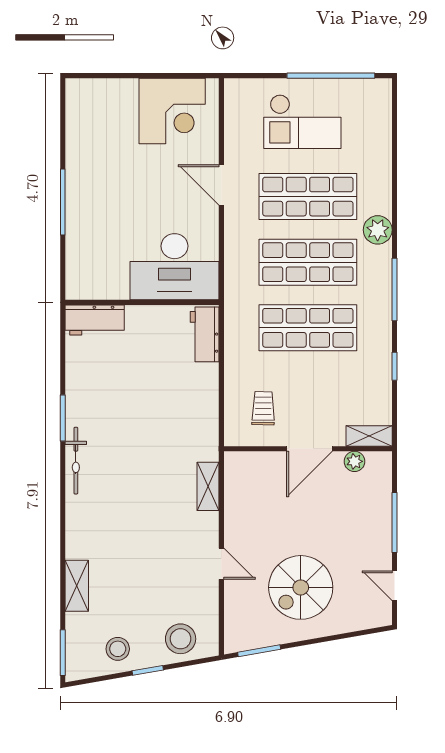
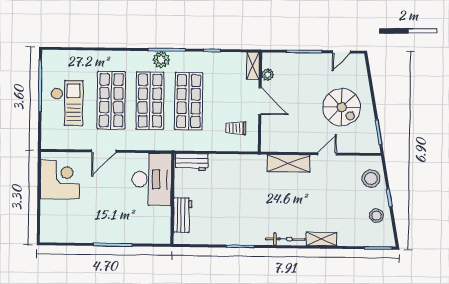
plant: (378, 230) -> (161, 60), moved
workbench: (95, 320) -> (183, 215), moved
bicycle: (76, 461) -> (285, 239), moved
shelving: (208, 486) -> (288, 163), width x1.50, depth x1.33
shelving: (77, 586) -> (321, 239), moved

